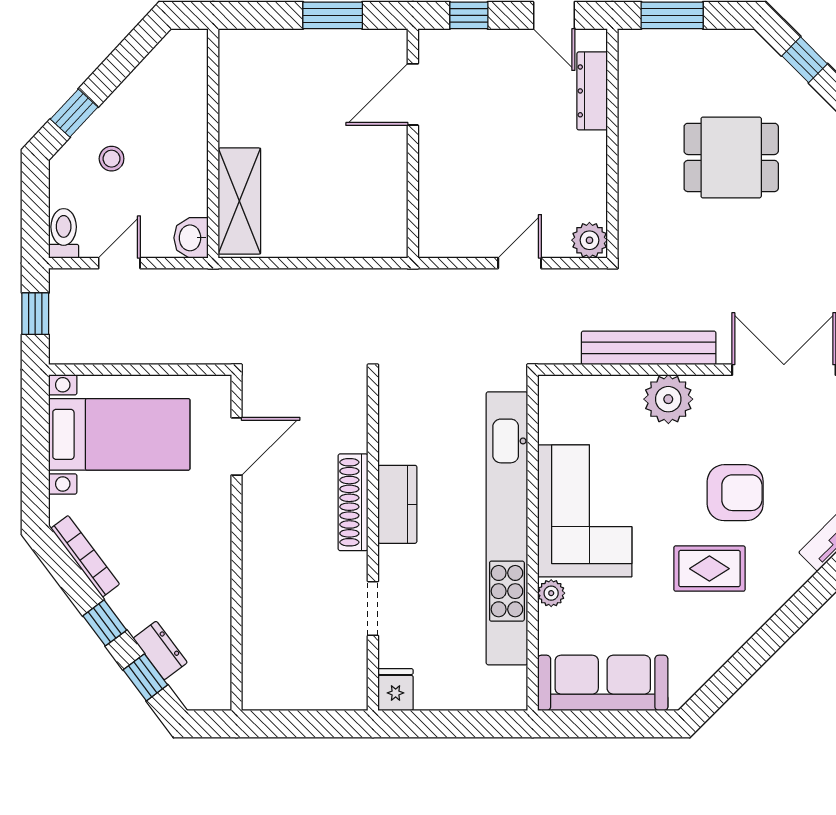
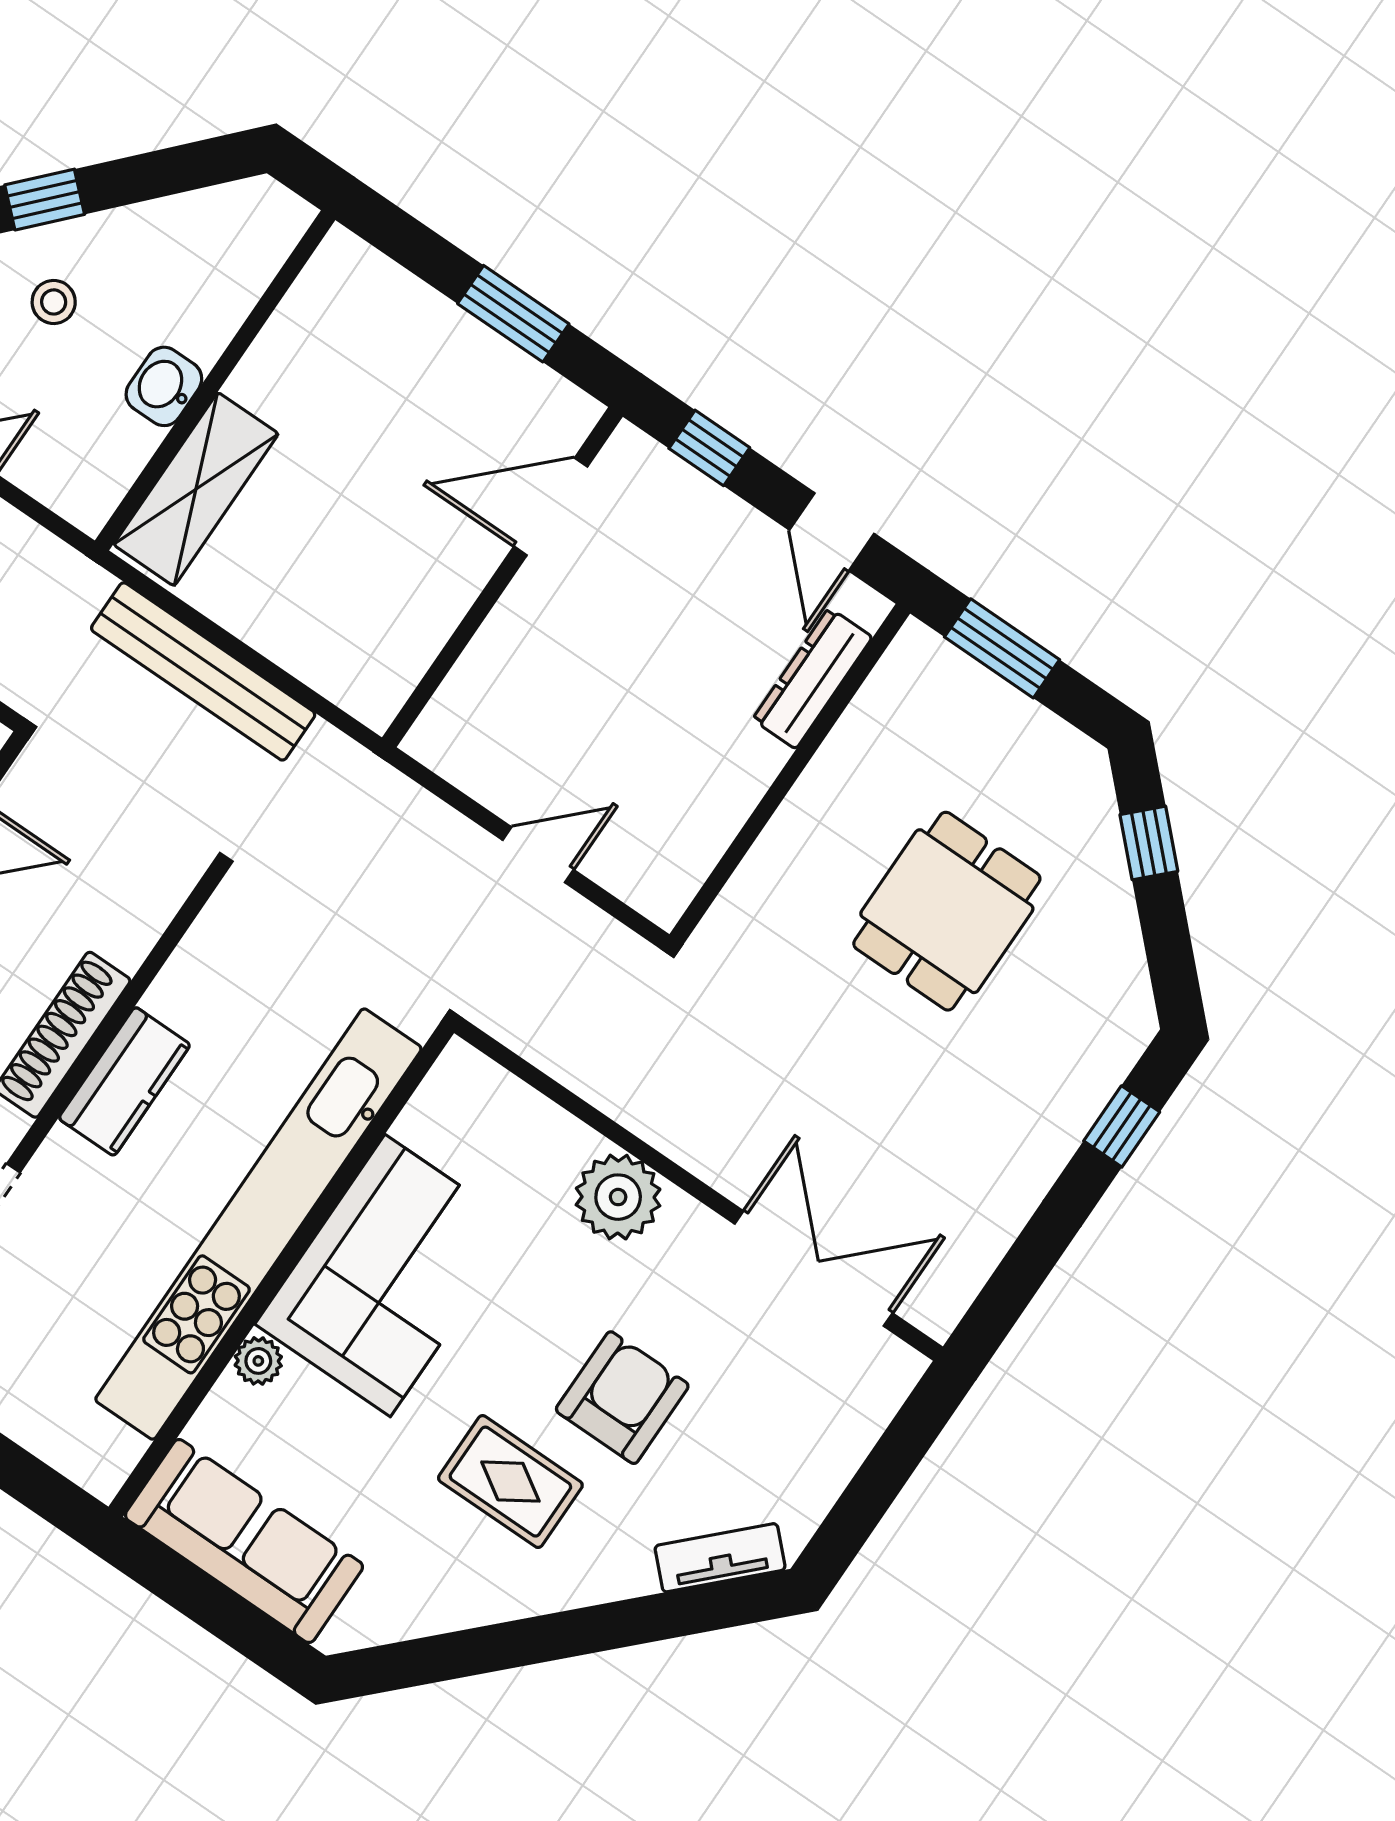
dining table: (731, 157) -> (947, 911), turned 90
washbasin: (191, 238) -> (164, 386), moved
plant: (589, 240) -> (661, 891), removed
bench: (649, 348) -> (203, 671), moved
armchair: (735, 493) -> (622, 1398), turned -90

